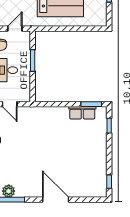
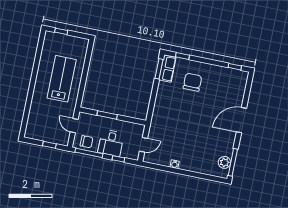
row of seats: (82, 113) -> (167, 69), moved
chair: (84, 141) -> (192, 82), added

